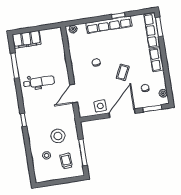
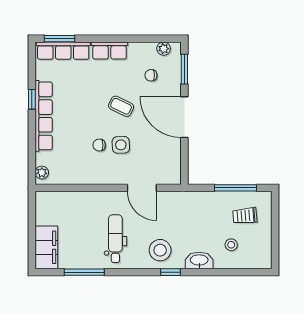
side table: (100, 106) -> (121, 145), moved
stool: (58, 136) -> (160, 250), moved
washbasin: (34, 137) -> (199, 260), added

